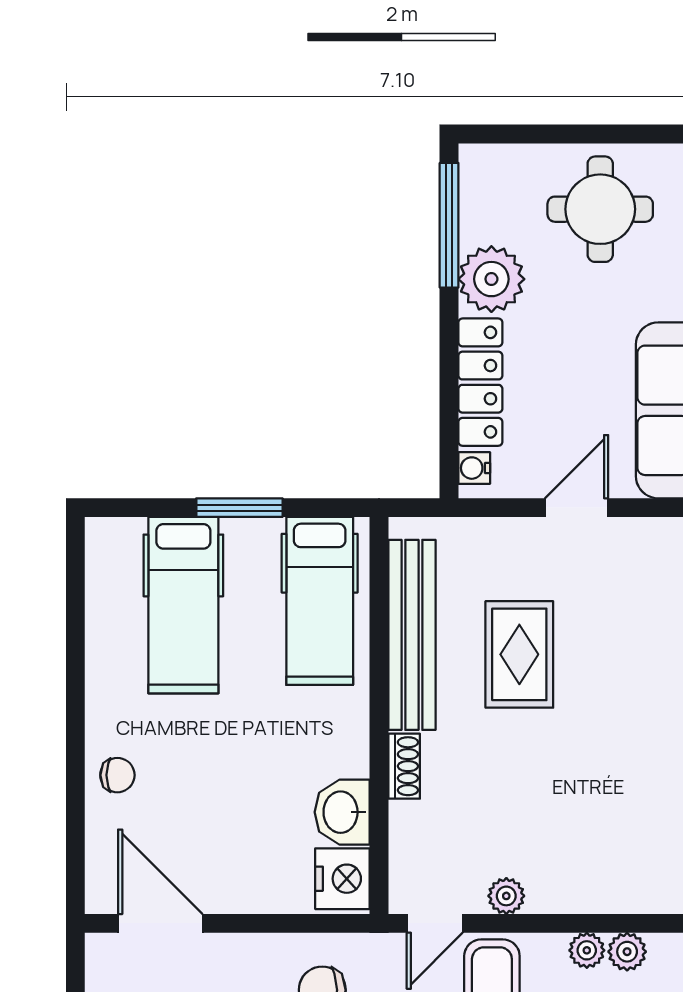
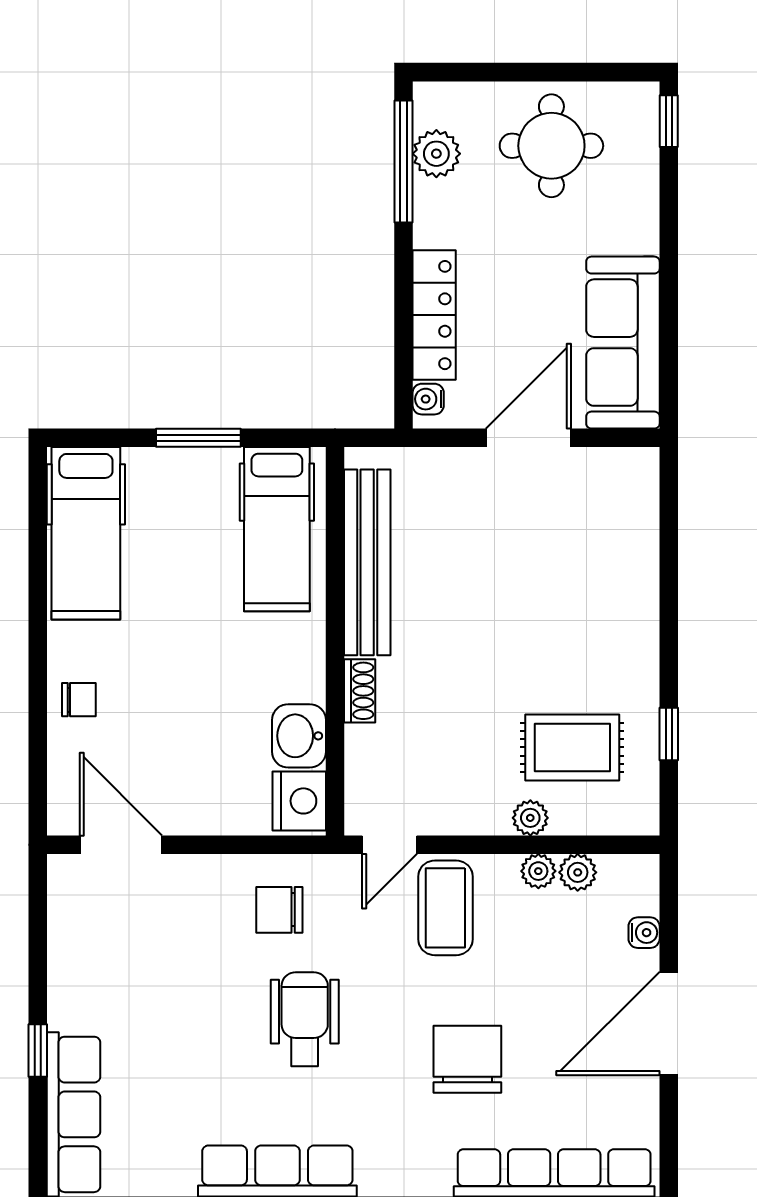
plant: (491, 279) -> (436, 154), moved, width x0.73, depth x0.73
door: (577, 508) -> (528, 438), width x1.38
hospital bed: (183, 605) -> (86, 533), moved
rug: (519, 654) -> (572, 747), moved, turned 90
plant: (506, 896) -> (530, 818), moved

